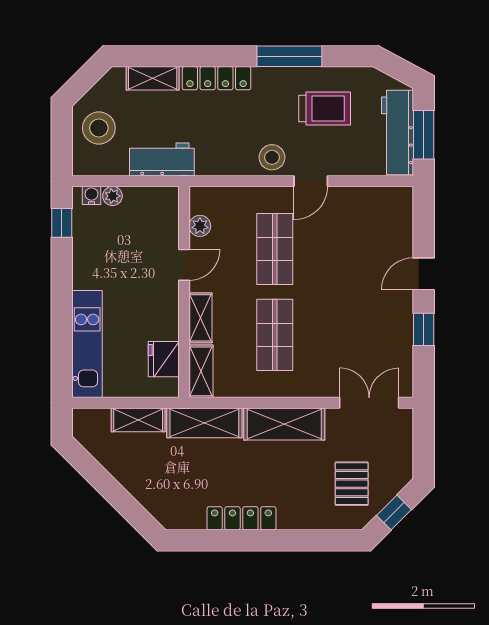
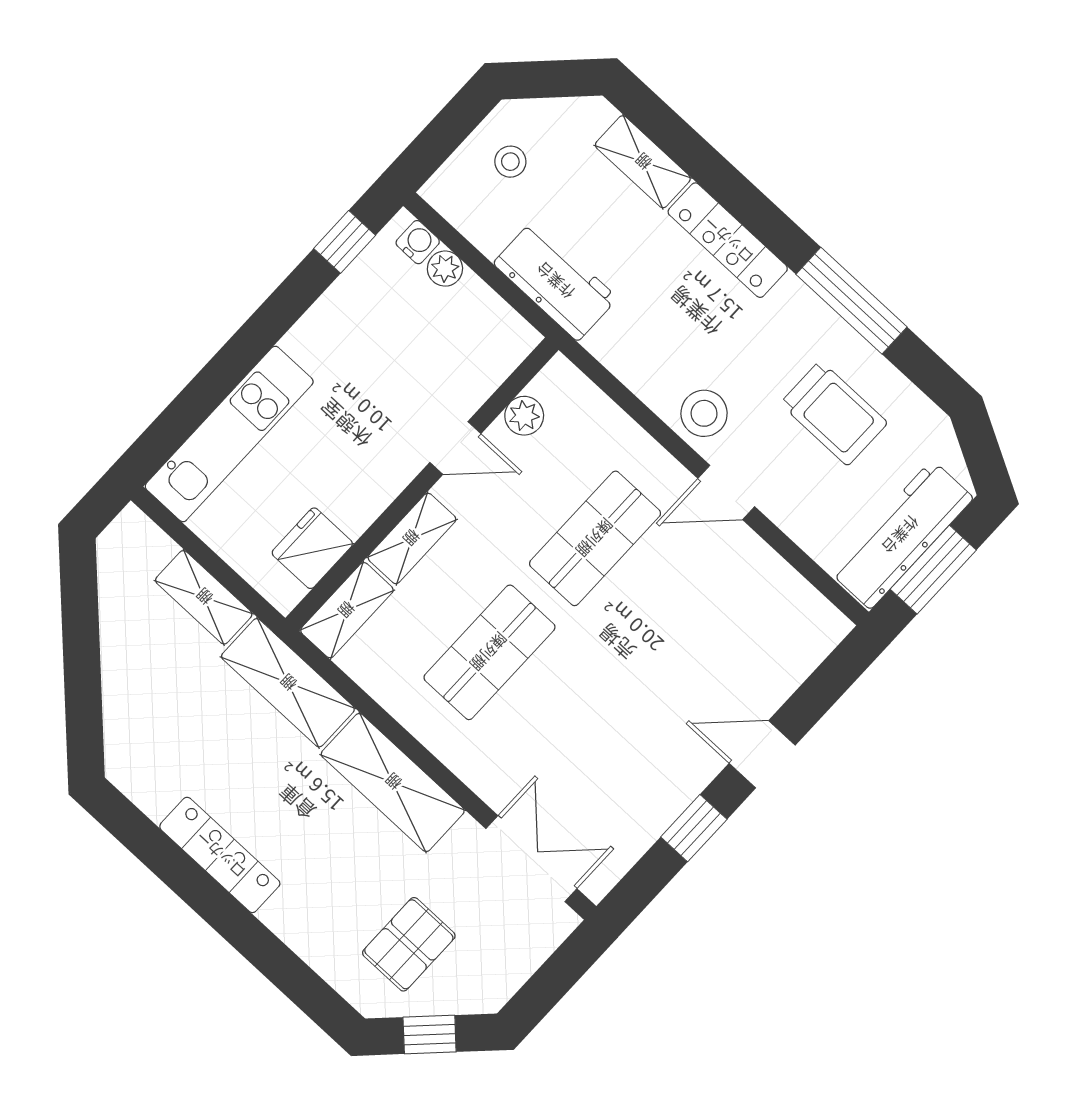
stool: (99, 128) -> (510, 162), width x0.53, depth x0.53

